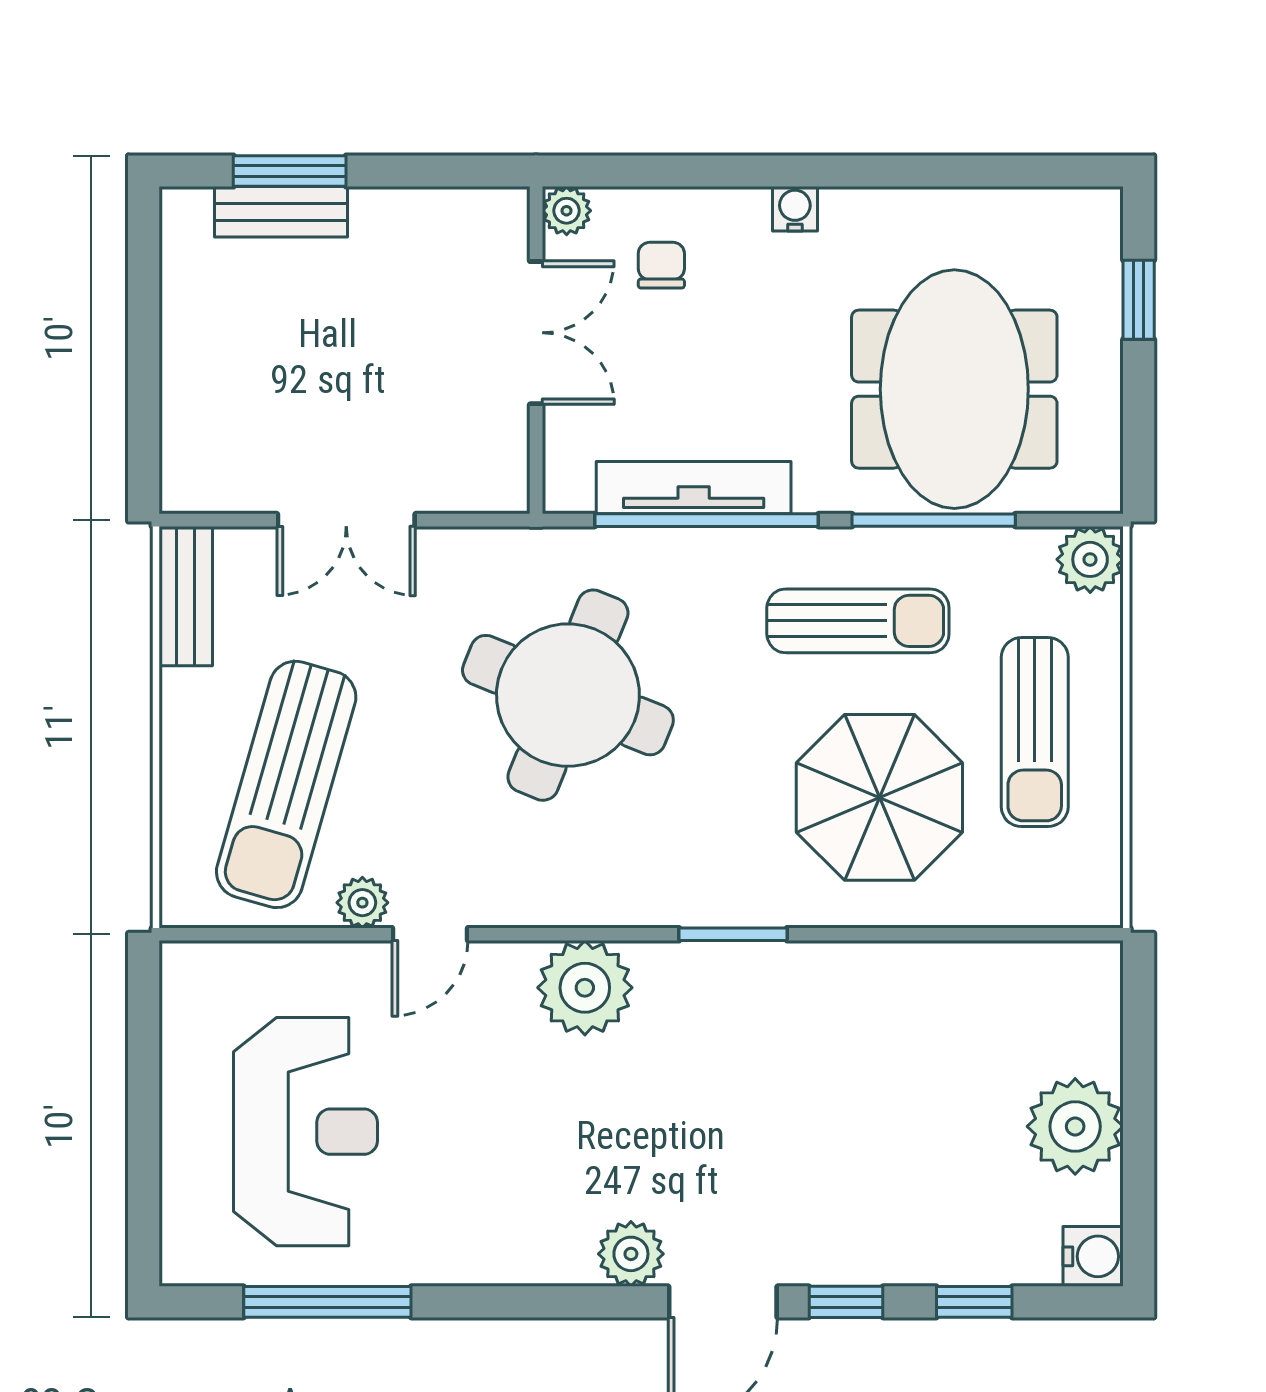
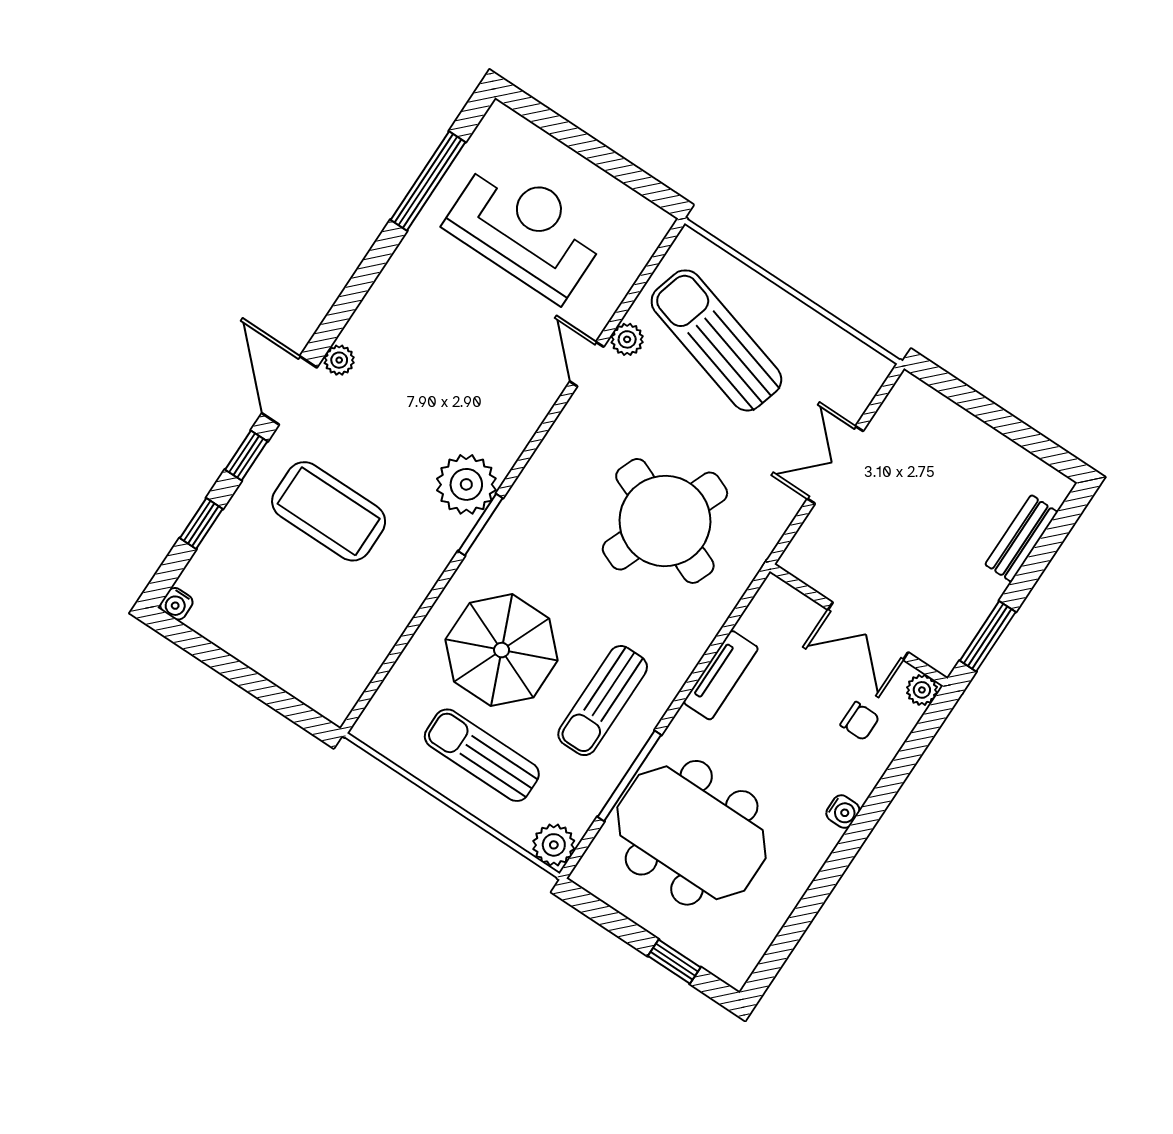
window: (290, 171) -> (988, 636), moved
tv unit: (694, 488) -> (721, 675), width x0.71
window: (707, 520) -> (709, 656), removed
bench: (186, 596) -> (851, 353), removed
plant: (585, 988) -> (466, 484), moved
plant: (1075, 1126) -> (259, 638), removed
reception desk: (305, 1132) -> (526, 229), turned 180
coffee table: (848, 1145) -> (329, 511), added
plant: (631, 1254) -> (339, 360), width x0.73, depth x0.73
water cooler: (1093, 1256) -> (176, 604), width x0.72, depth x0.72

